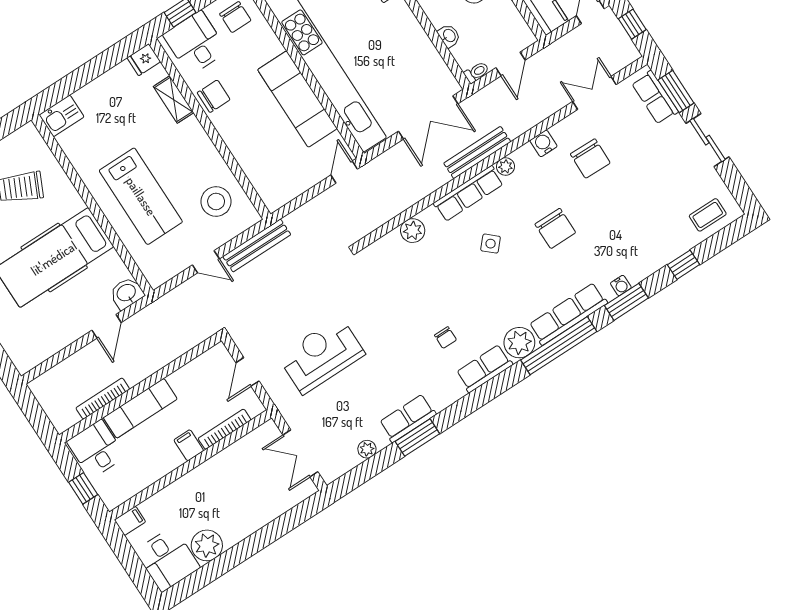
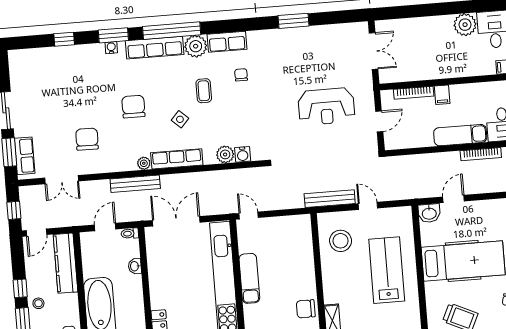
exam couch: (297, 99) -> (249, 278), width x0.73, depth x0.69
water cooler: (544, 143) -> (243, 154), moved
bench: (477, 152) -> (135, 184), moved
door: (344, 172) -> (249, 215), swing flipped
coffee table: (708, 215) -> (204, 91), moved, turned 90
row of seats: (408, 418) -> (293, 36), removed
plant: (367, 449) -> (330, 31), removed

